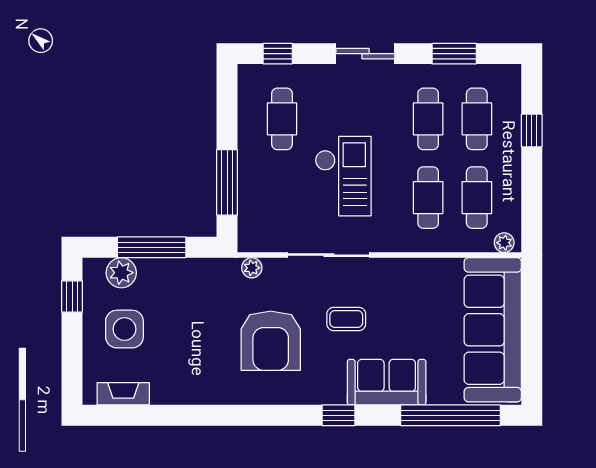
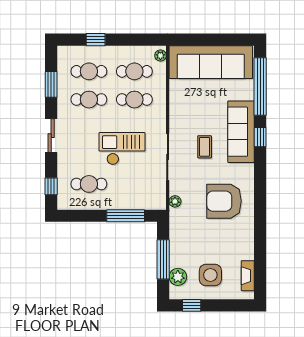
armchair: (271, 341) -> (224, 201), moved, turned 180
sofa: (387, 382) -> (241, 132), width x1.36
window: (338, 415) -> (260, 137), moved

